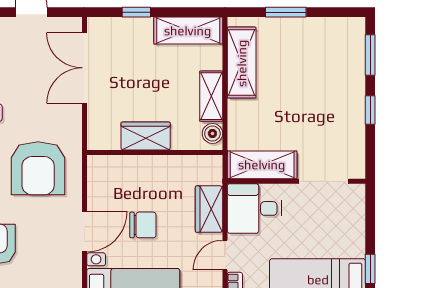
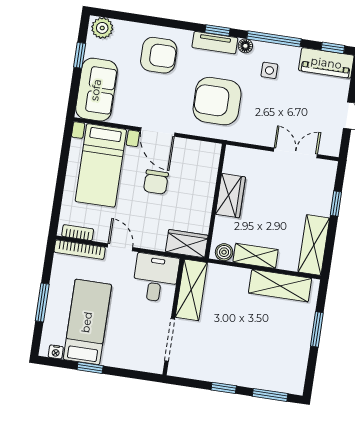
double door: (84, 68) -> (295, 153), width x0.73
wardrobe: (209, 209) -> (187, 244), moved

